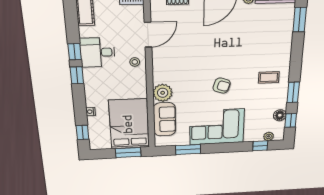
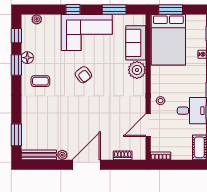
armchair: (222, 86) -> (83, 75), turned -145
floor lamp: (280, 115) -> (27, 58), moved
window: (260, 146) -> (73, 9), moved

